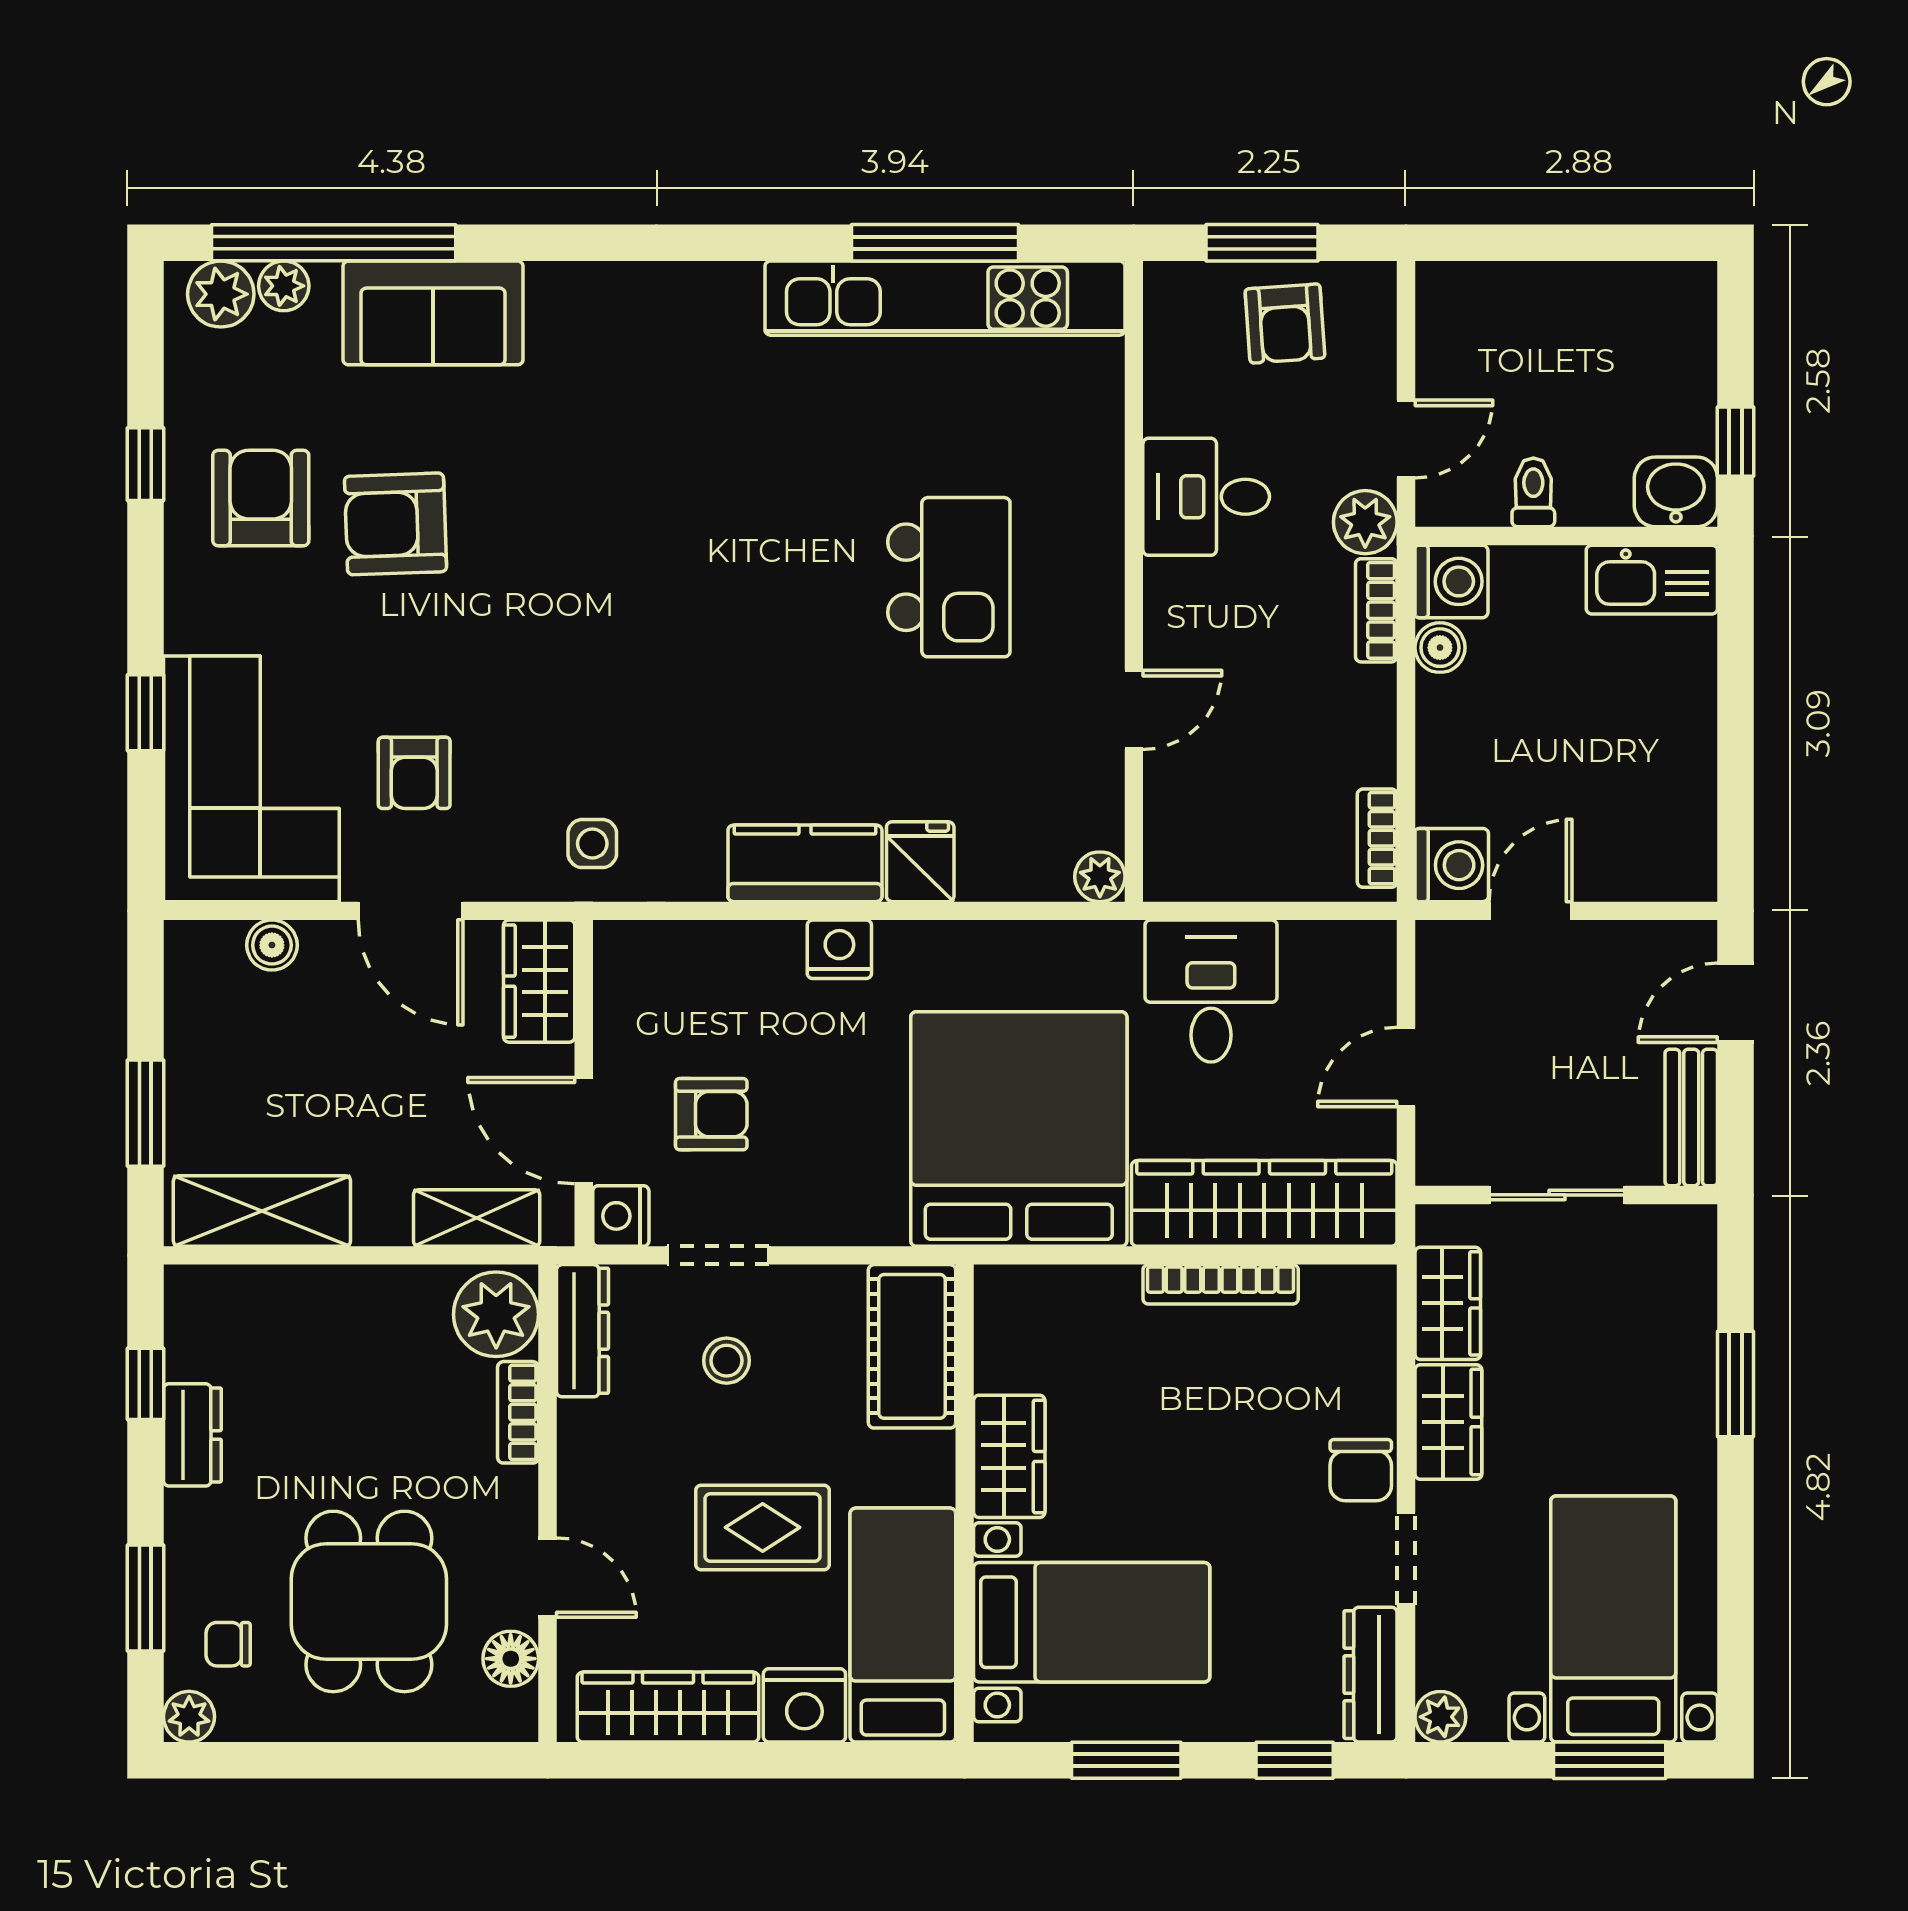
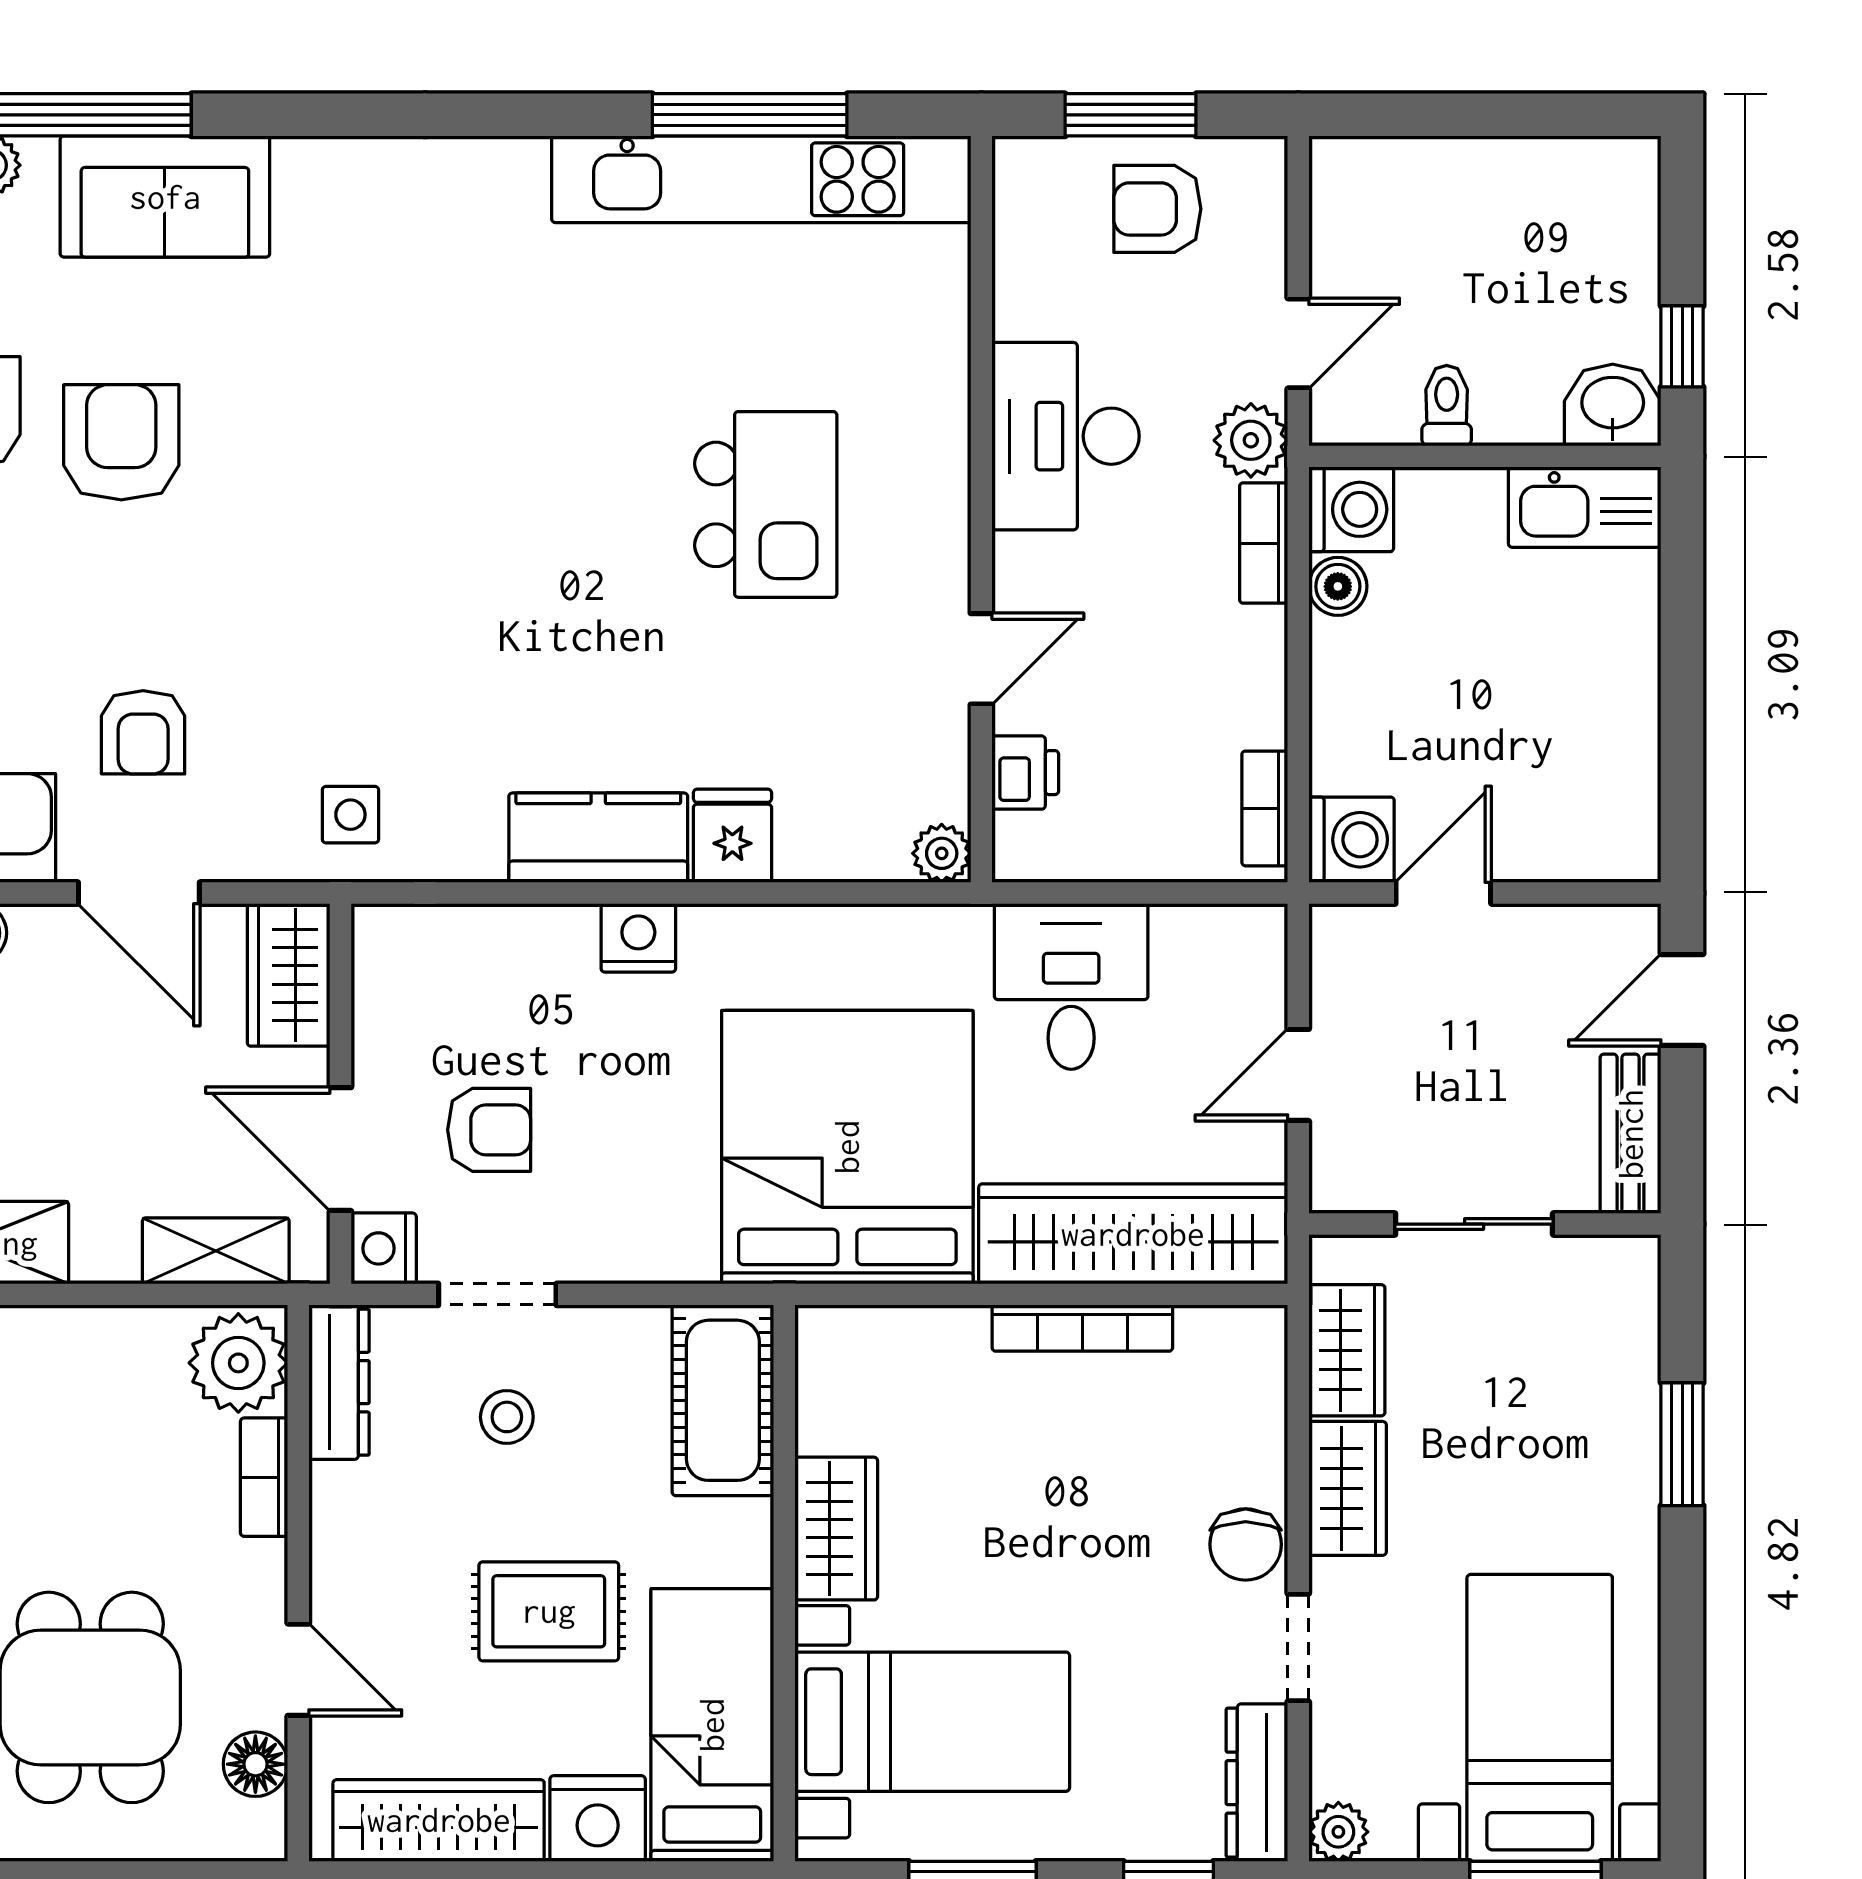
armchair: (1285, 324) -> (1157, 209), turned 94
desk: (1206, 497) -> (1066, 436), width x1.37
armchair: (396, 524) -> (121, 442), turned 92
printer: (1172, 807) -> (1025, 773), added

